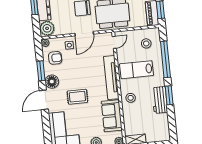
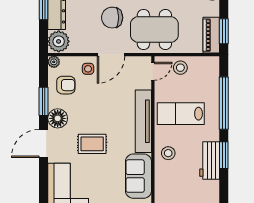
stool: (146, 43) -> (180, 68), moved

